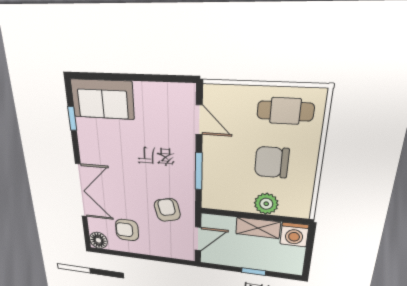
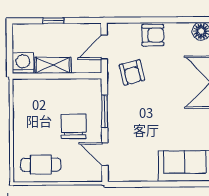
chair: (272, 162) -> (74, 126), moved, turned -90
plant: (266, 204) -> (48, 88), removed
armchair: (127, 230) -> (153, 35), moved

